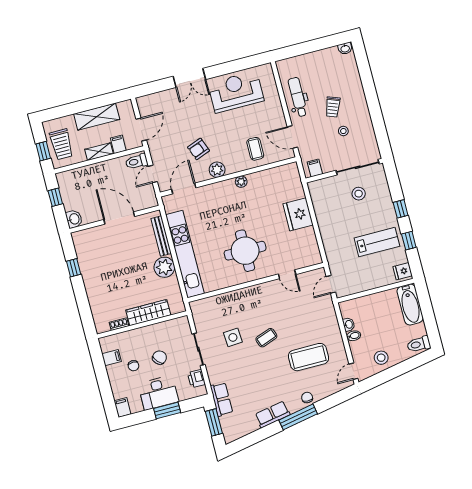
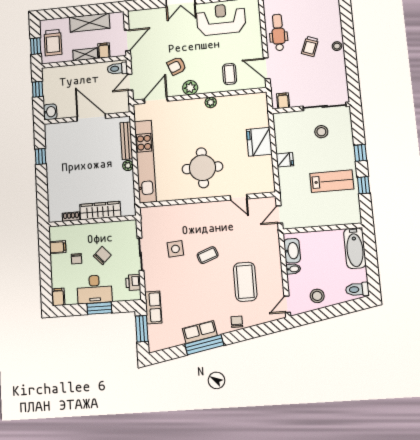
stool: (343, 131) -> (337, 46), moved
plant: (164, 267) -> (128, 165), width x0.53, depth x0.53
fridge: (403, 271) -> (285, 160), moved, turned 180
washbasin: (349, 324) -> (292, 251), width x1.91, depth x1.45
coffee table: (309, 357) -> (245, 282), turned 90
window: (298, 417) -> (204, 345), moved

